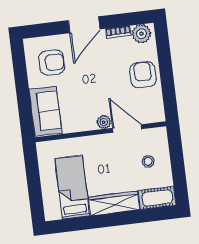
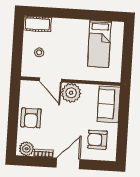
plant: (104, 122) -> (71, 93), width x1.88, depth x1.88
wardrobe: (114, 203) -> (70, 26), removed

